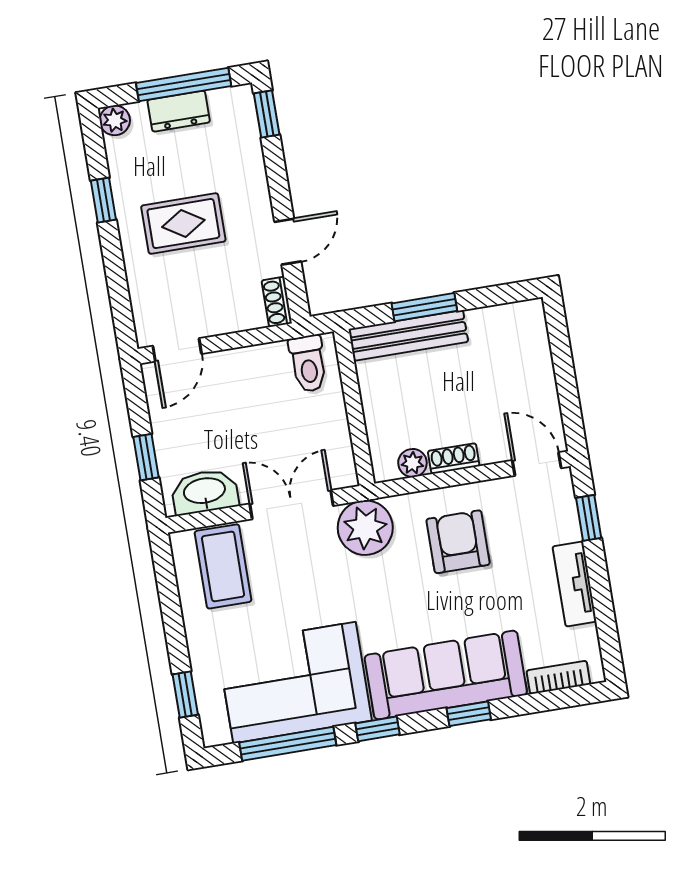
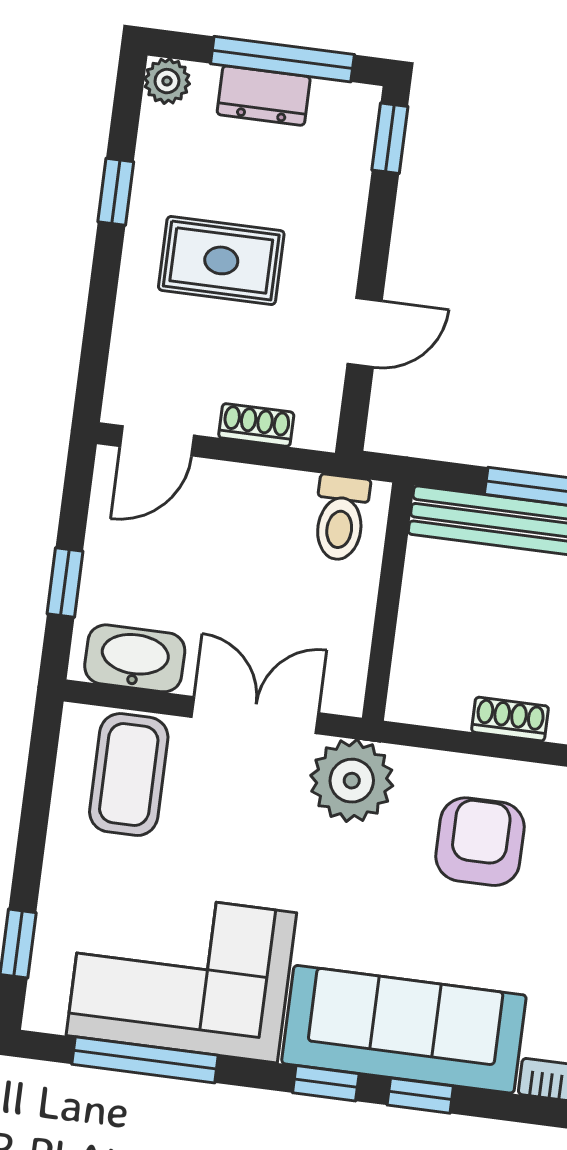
shoe rack: (277, 302) -> (256, 425), moved, turned 90
plant: (412, 463) -> (448, 708), removed
window: (378, 729) -> (326, 1083), moved

